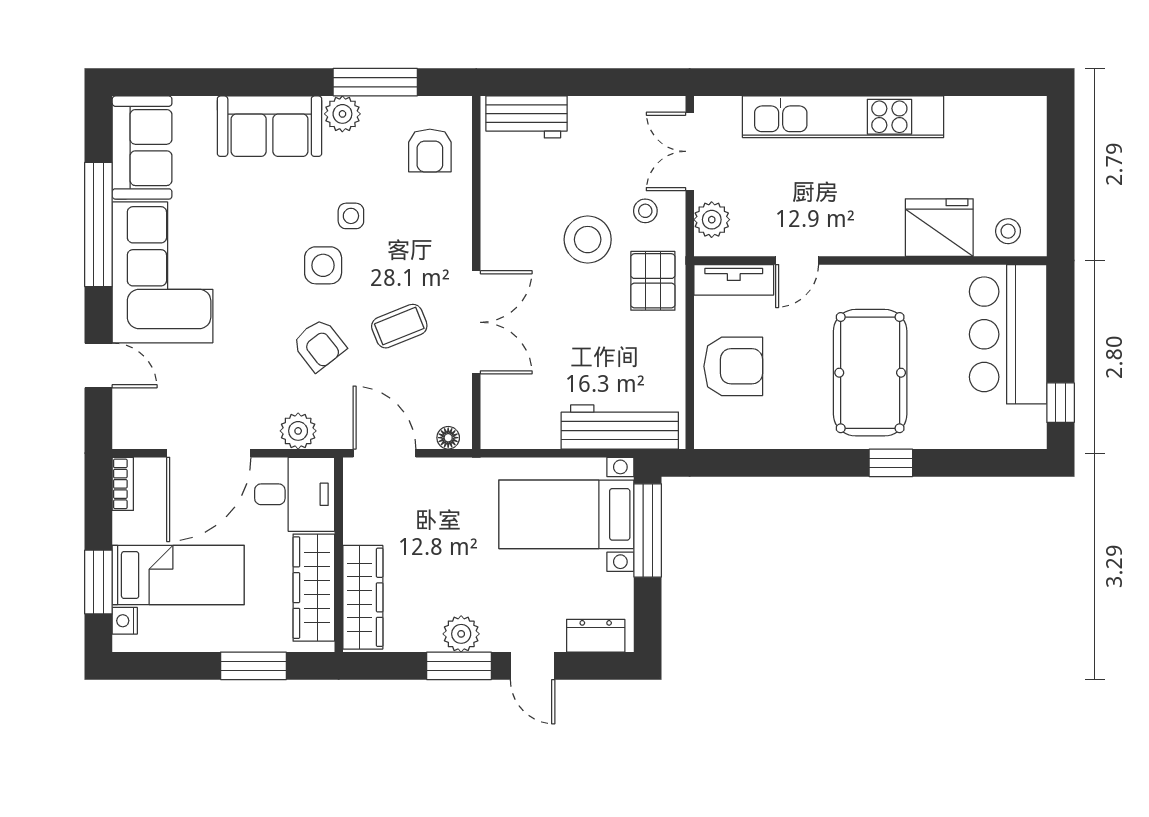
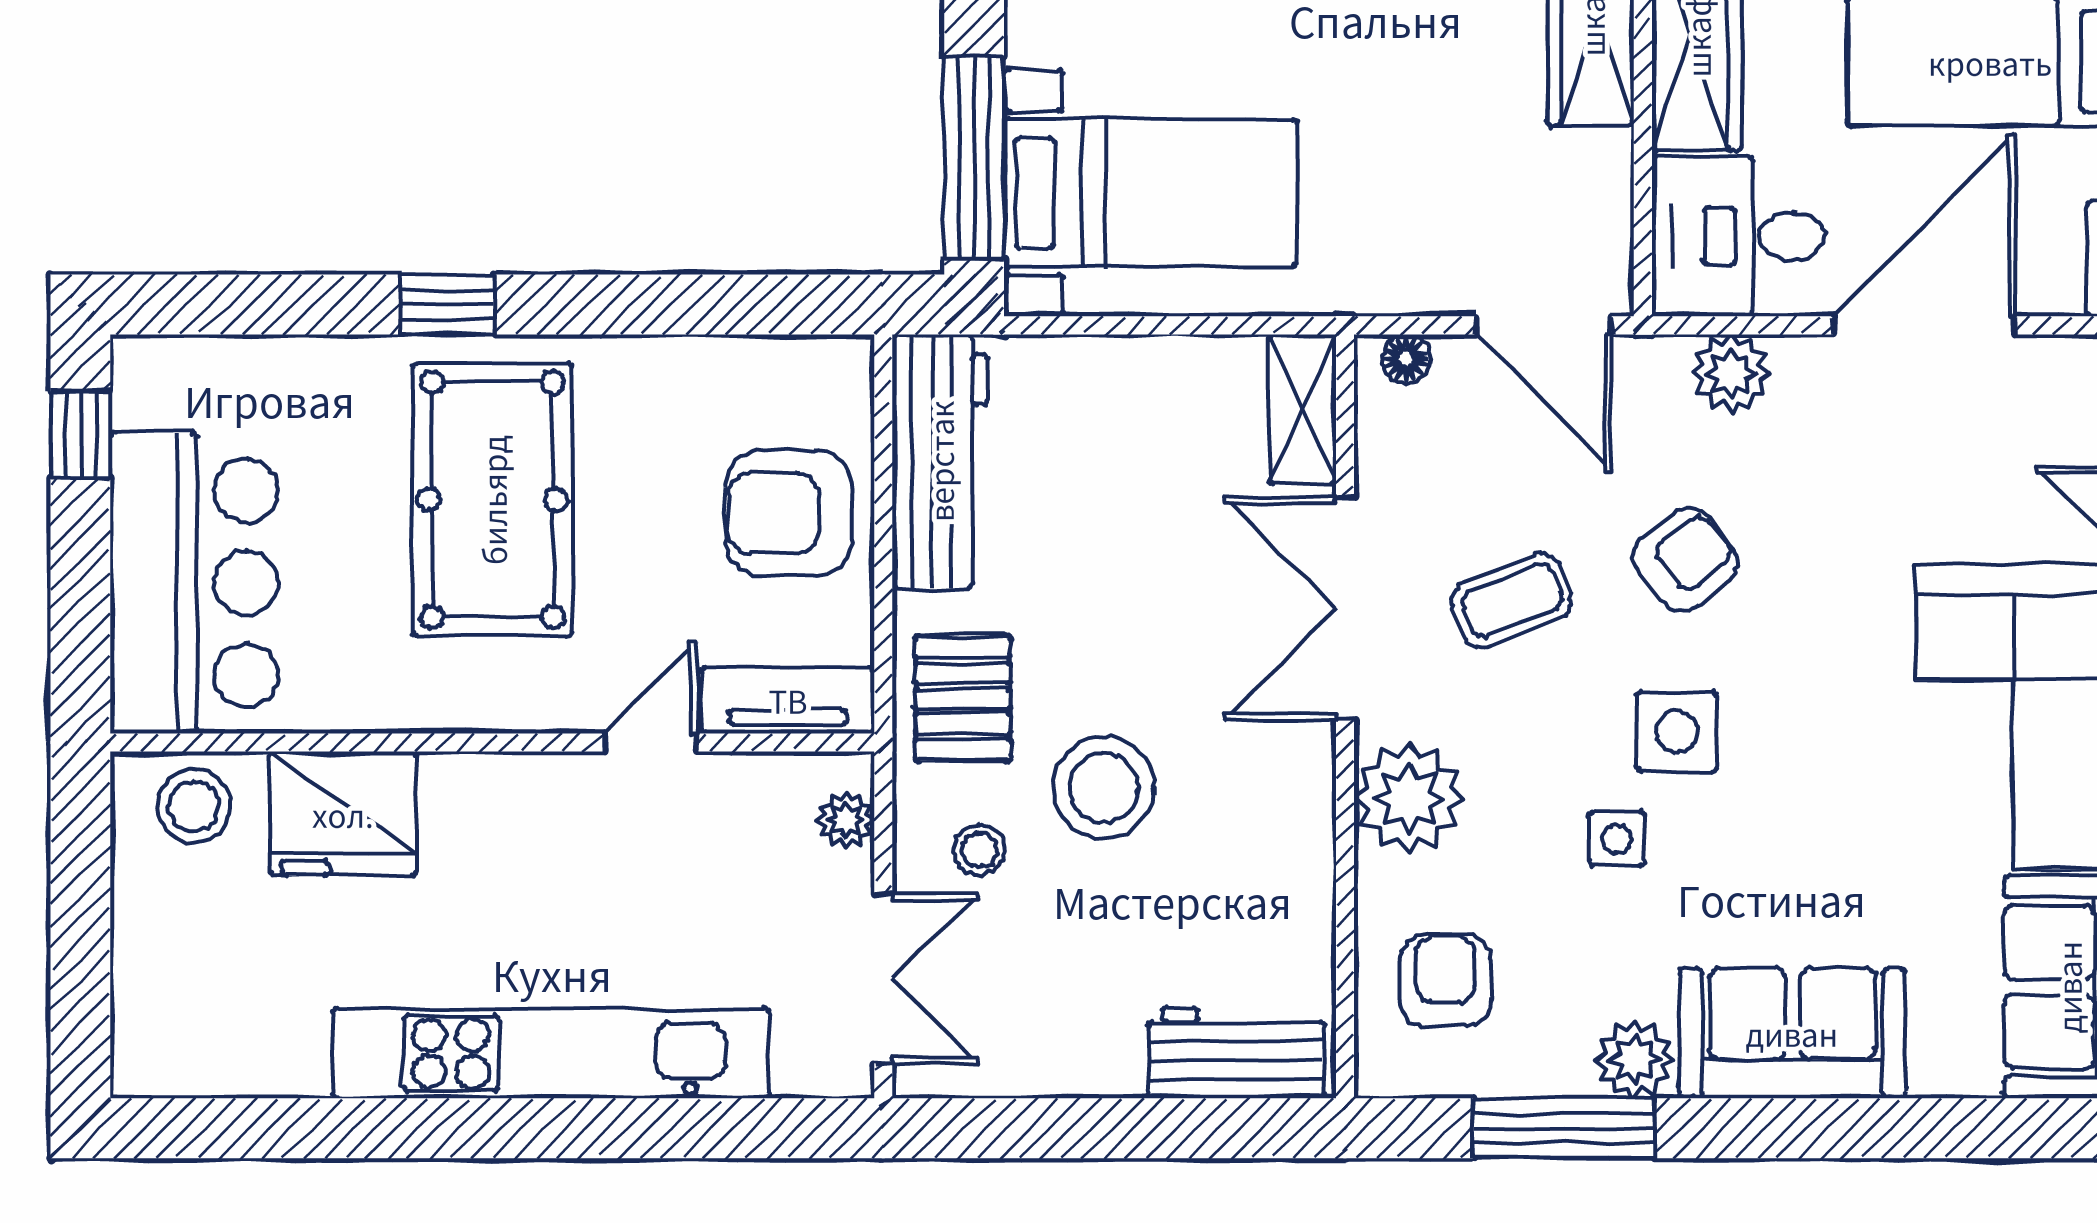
plant: (712, 220) -> (846, 820), width x0.73, depth x0.73
stool: (1008, 231) -> (194, 806), width x1.37, depth x1.37
plant: (447, 234) -> (1409, 799), added
armchair: (319, 345) -> (1685, 560), turned 89
shelving: (496, 415) -> (1303, 409), added
workbench: (620, 427) -> (940, 461), moved, turned -90

